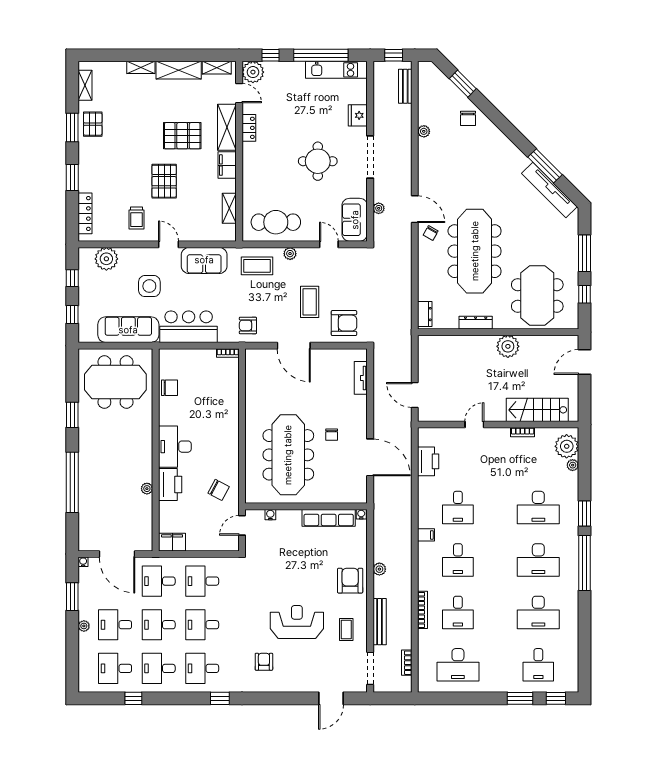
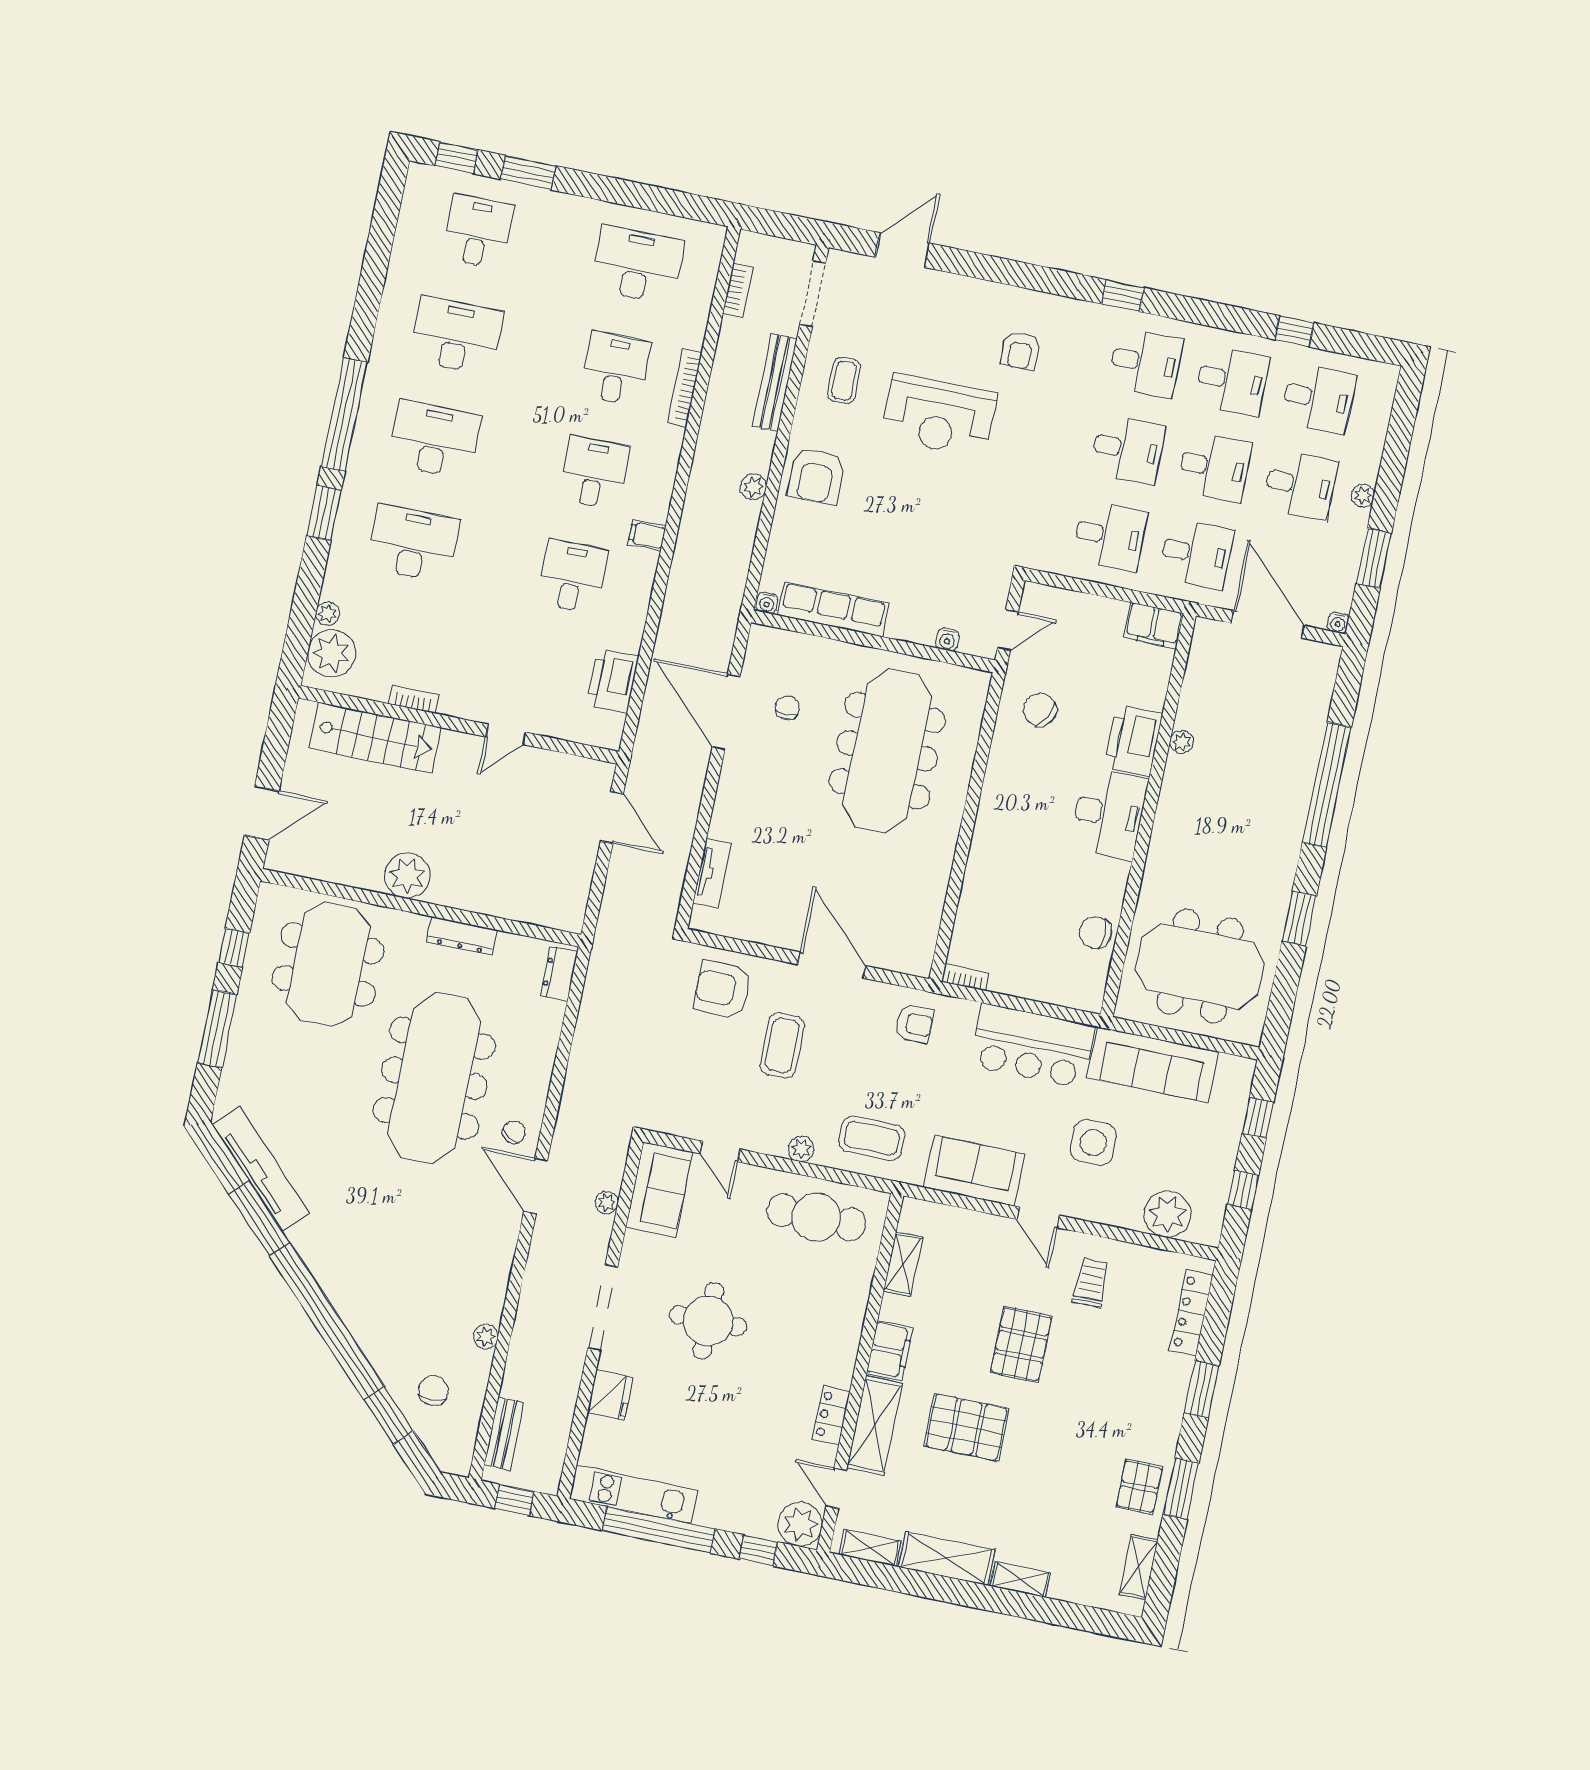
chair: (468, 118) -> (433, 1391), moved
chair: (332, 435) -> (787, 708), moved

